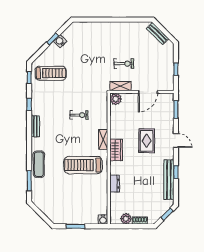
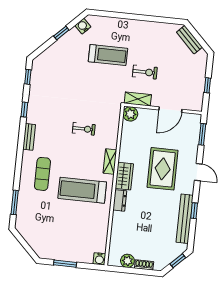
water cooler: (60, 41) -> (83, 26), moved
treadmill: (51, 73) -> (108, 55), moved
rug: (147, 141) -> (163, 169), width x1.36, depth x1.43
exercise mat: (39, 164) -> (42, 174), moved
dresser: (115, 184) -> (120, 200), moved

